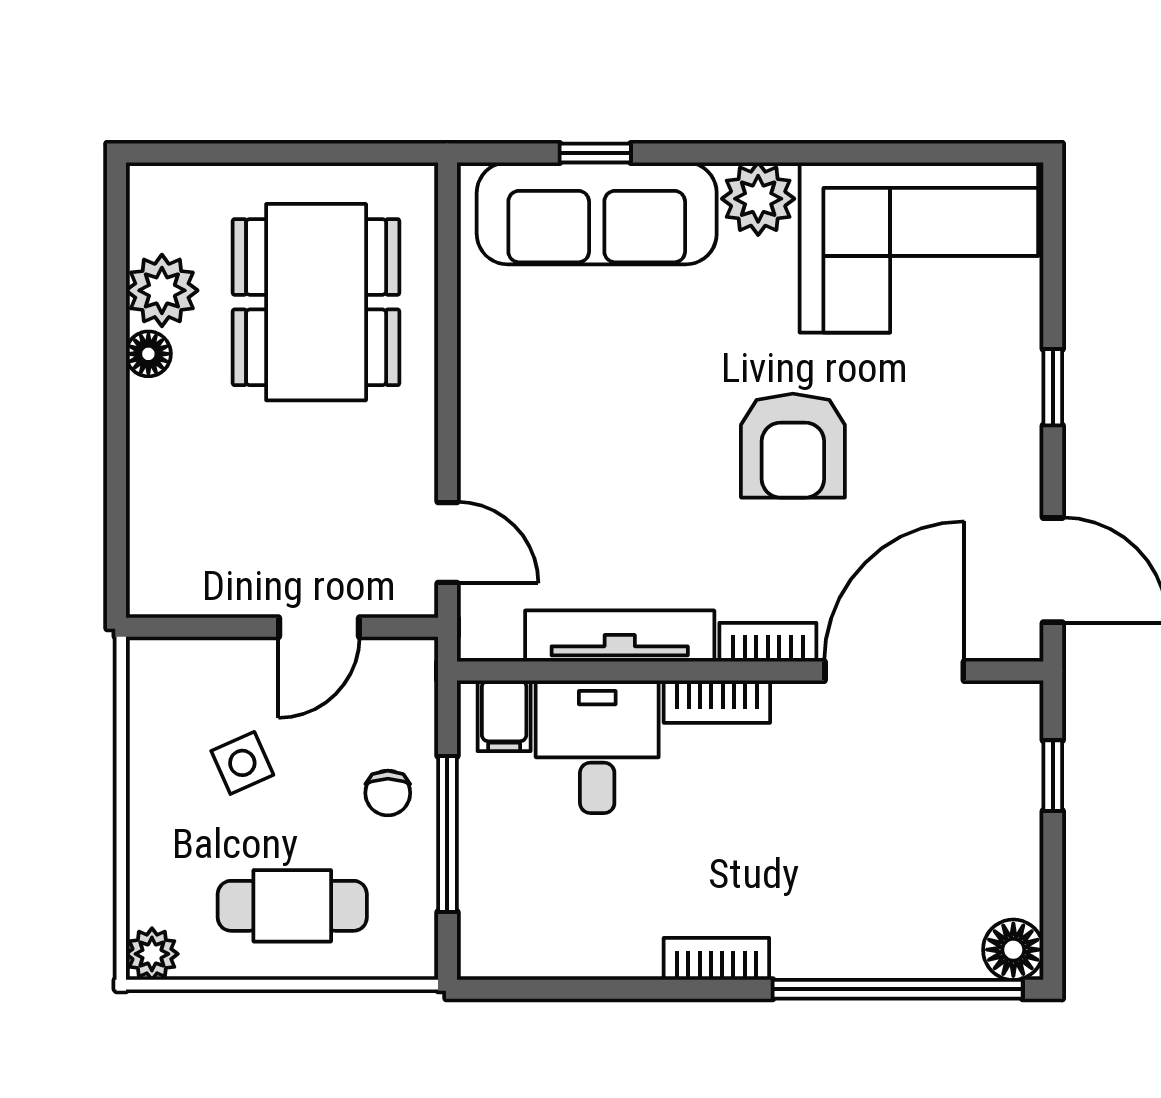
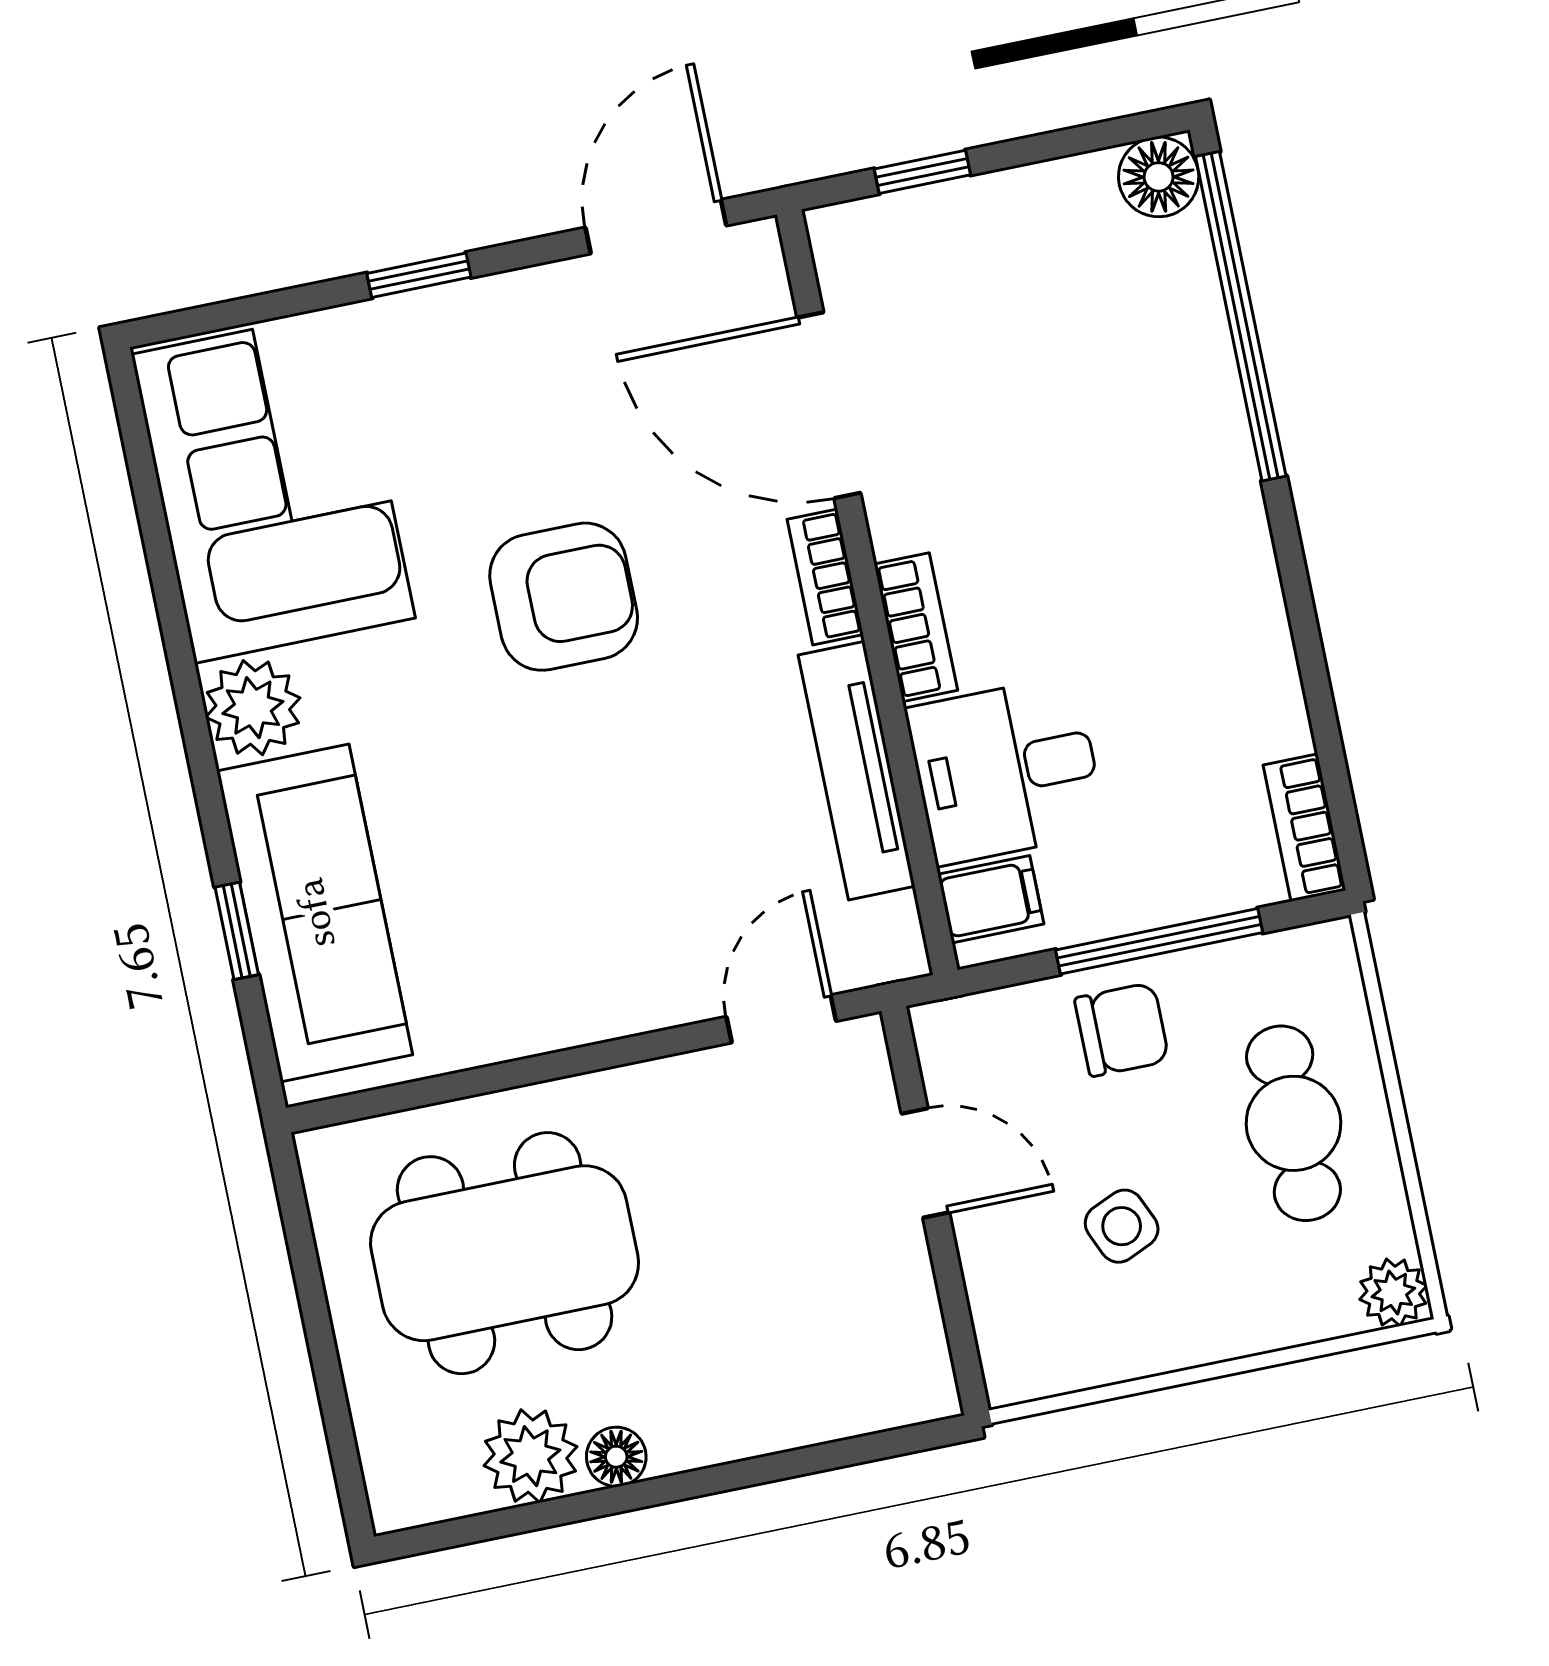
chair: (388, 793) -> (1122, 1030), width x1.37, depth x1.37
bookcase: (716, 959) -> (1304, 828), moved

